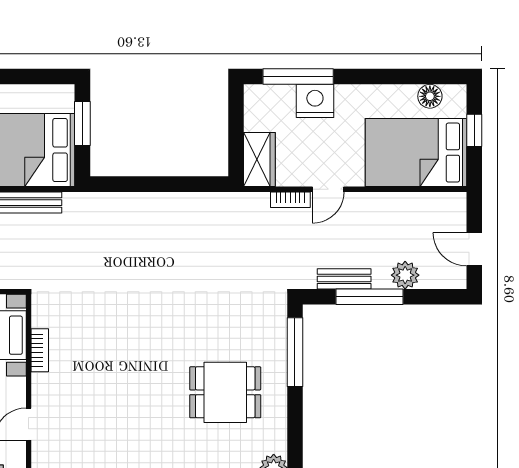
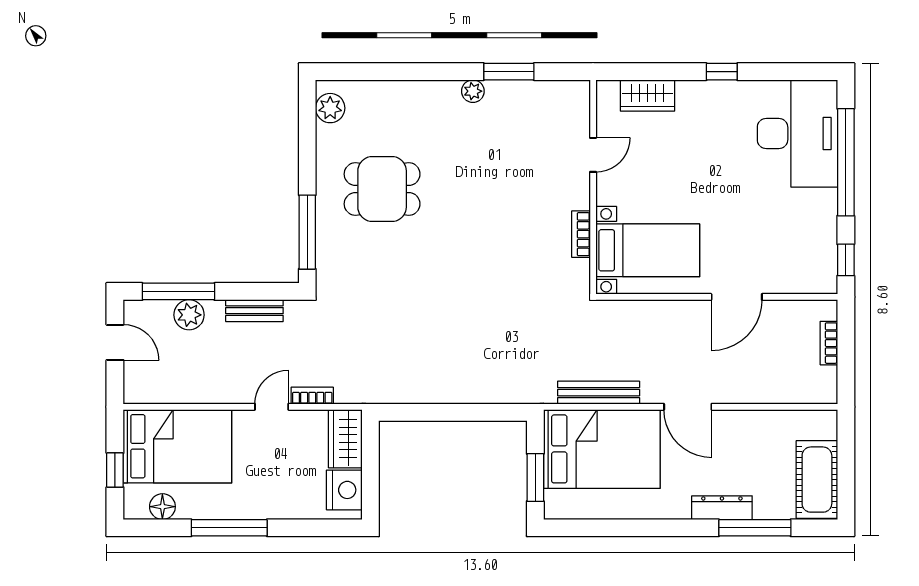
window: (298, 77) -> (229, 528), moved
nightstand: (315, 101) -> (344, 490), moved, turned -90
window: (370, 297) -> (178, 291), moved

